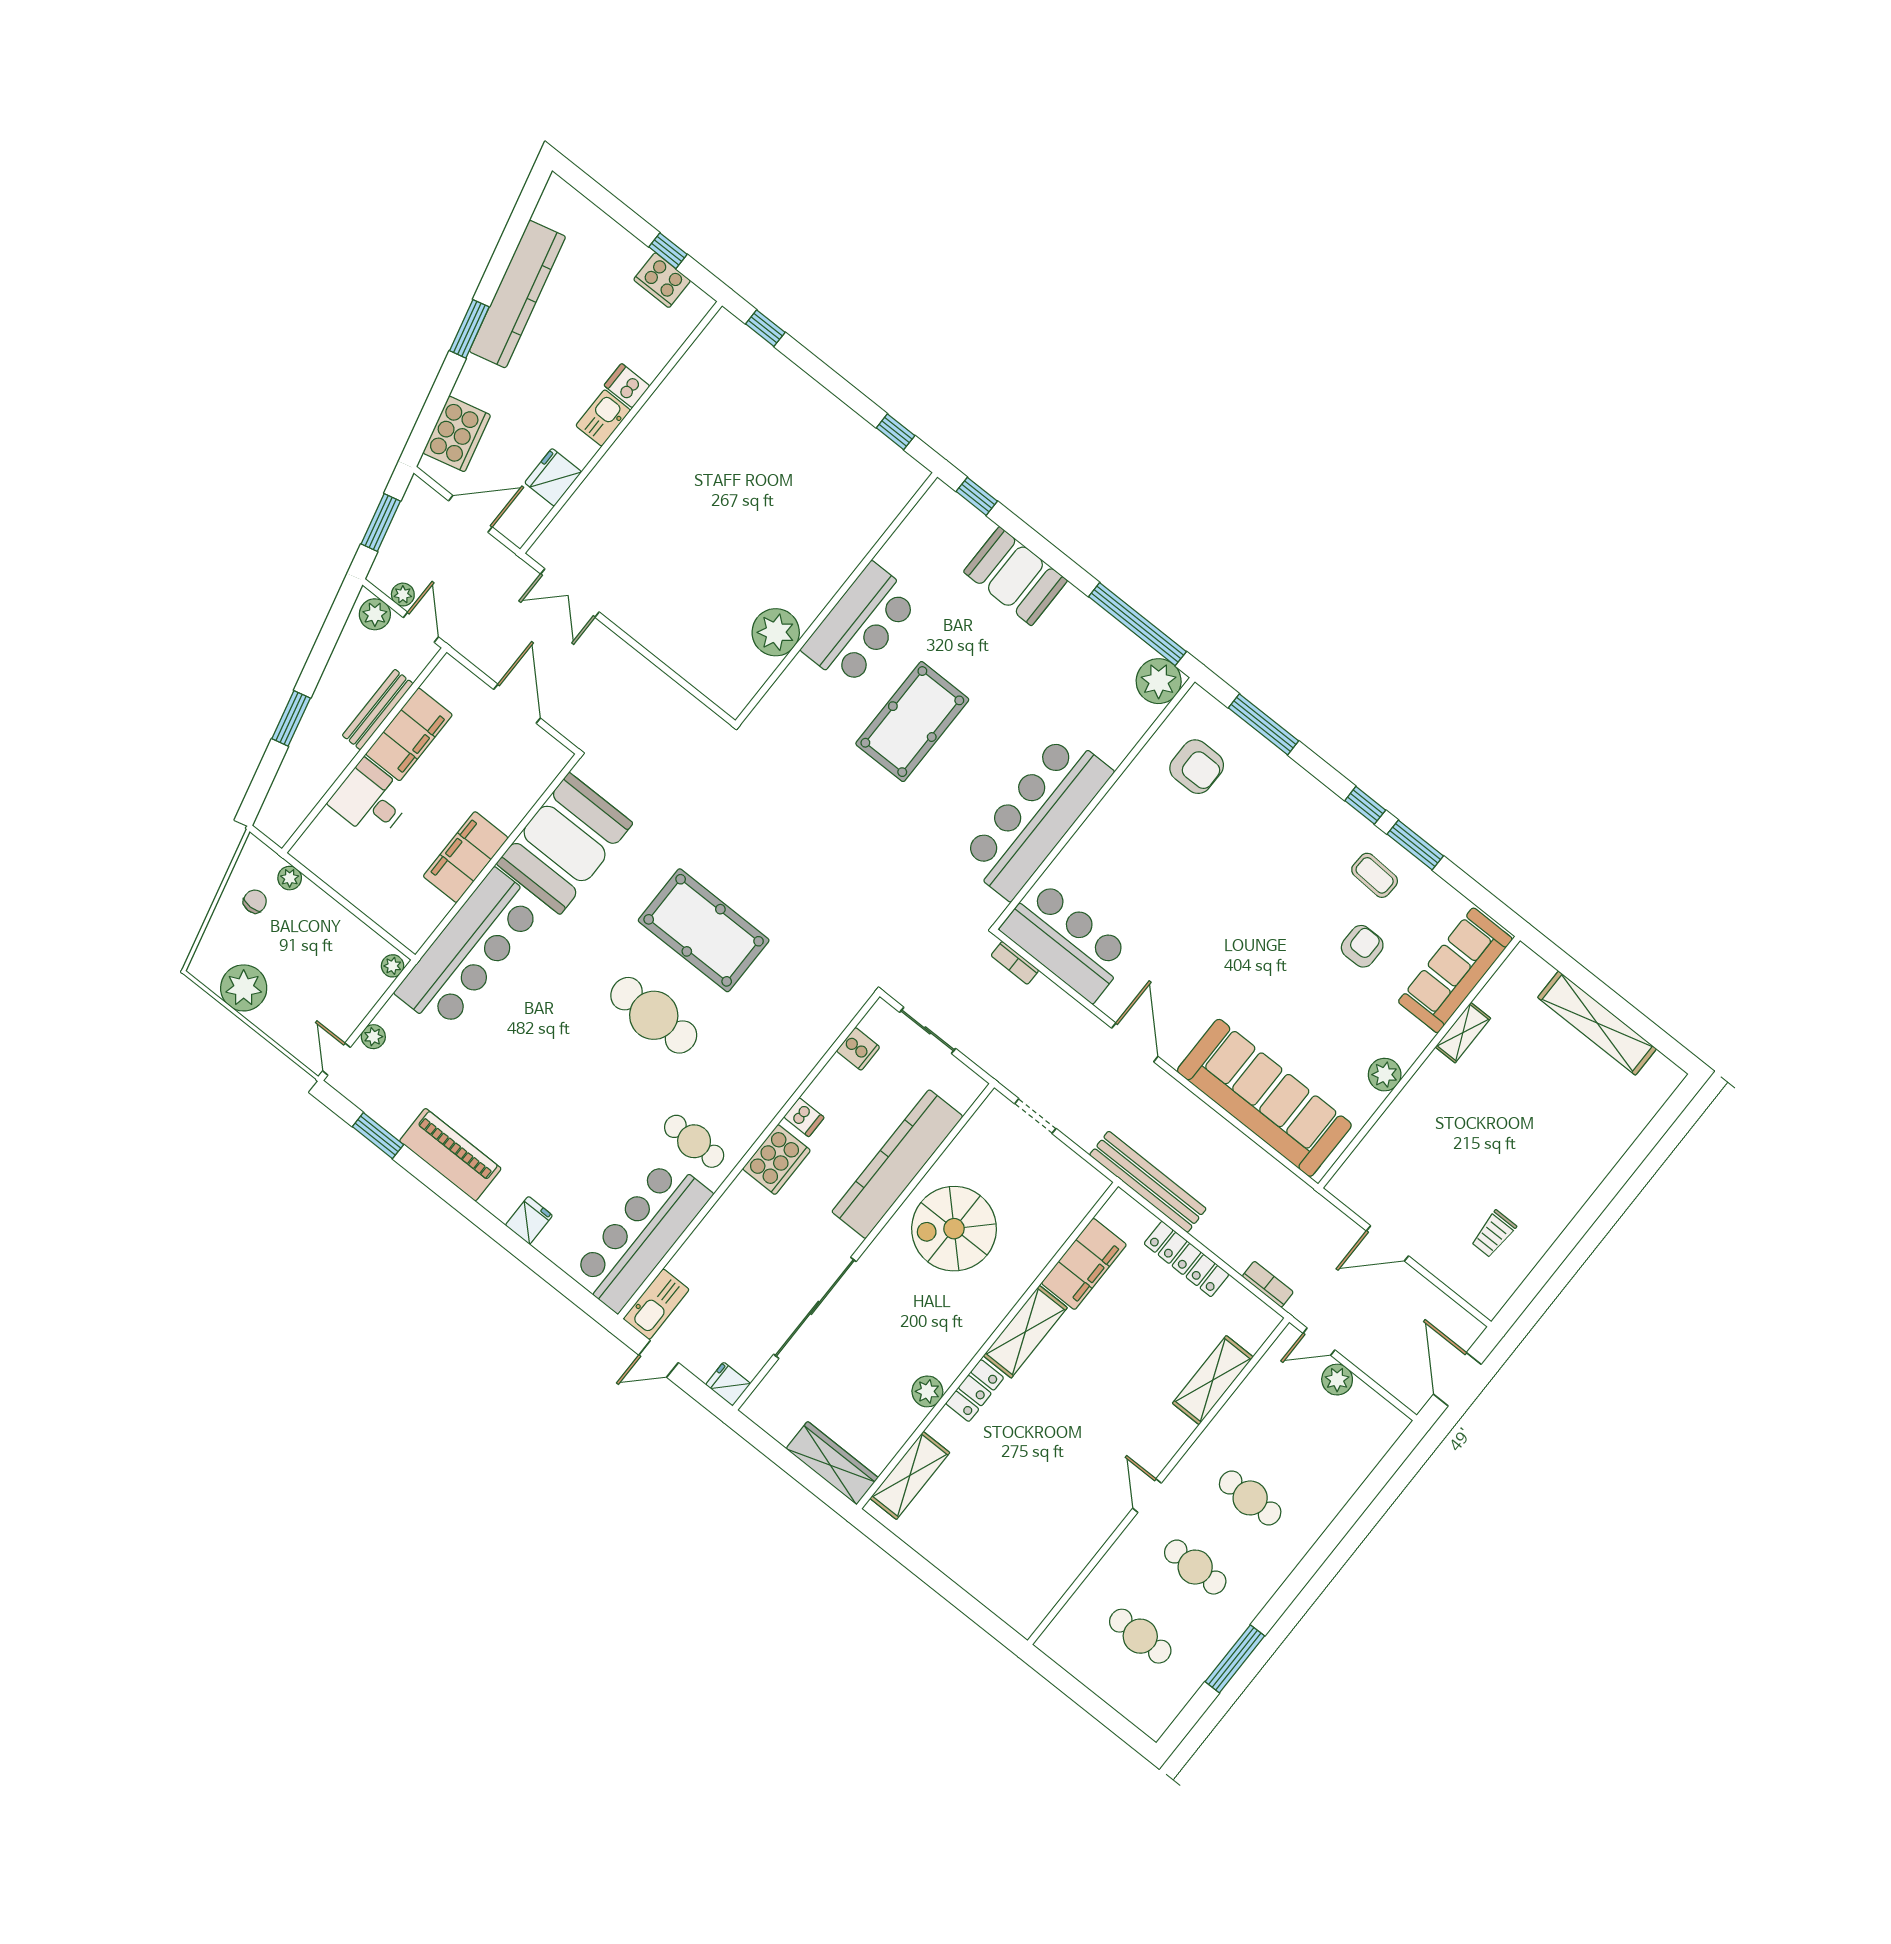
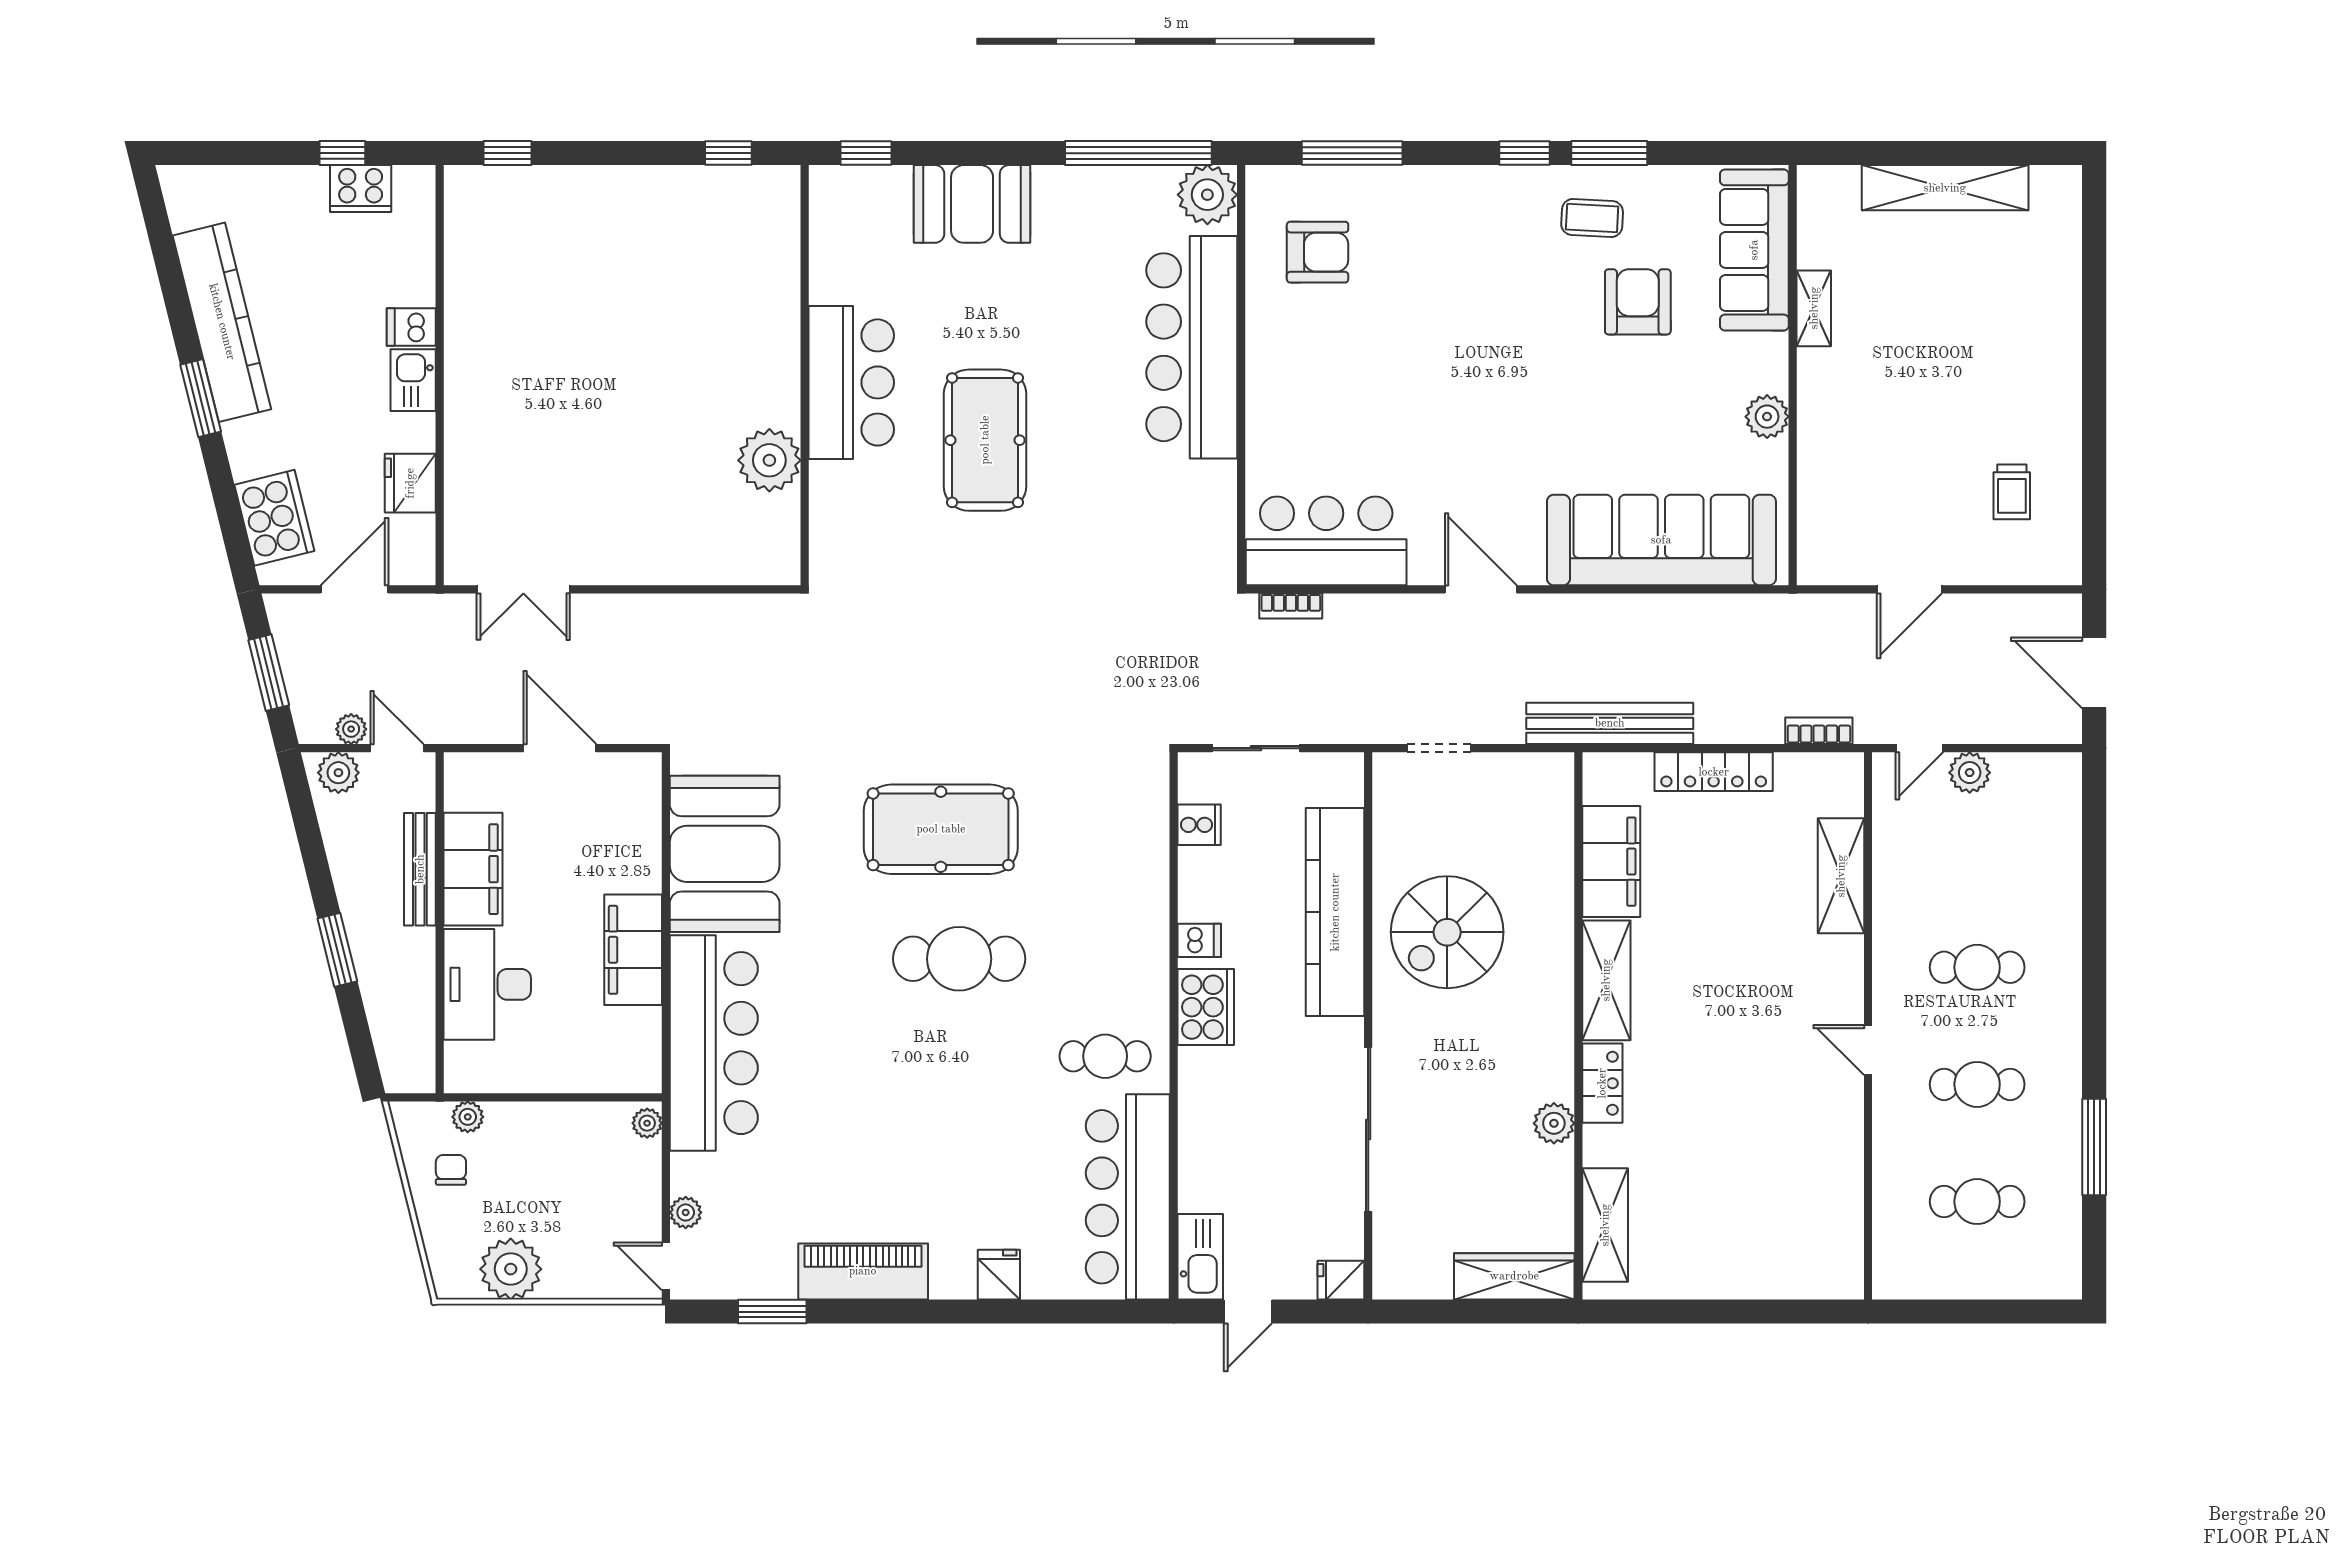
desk: (370, 800) -> (487, 984), width x1.37
bar counter: (1036, 816) -> (1192, 347), moved
armchair: (1362, 946) -> (1638, 302), width x1.38, depth x1.38

